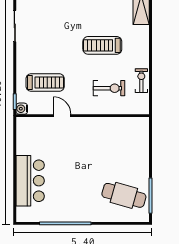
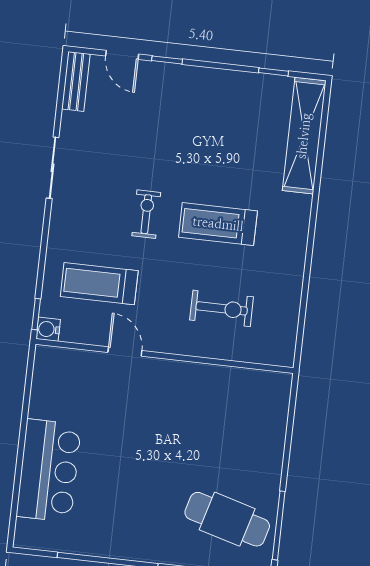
exercise bike: (141, 81) -> (146, 214), moved
treadmill: (45, 83) -> (99, 284), turned 180

